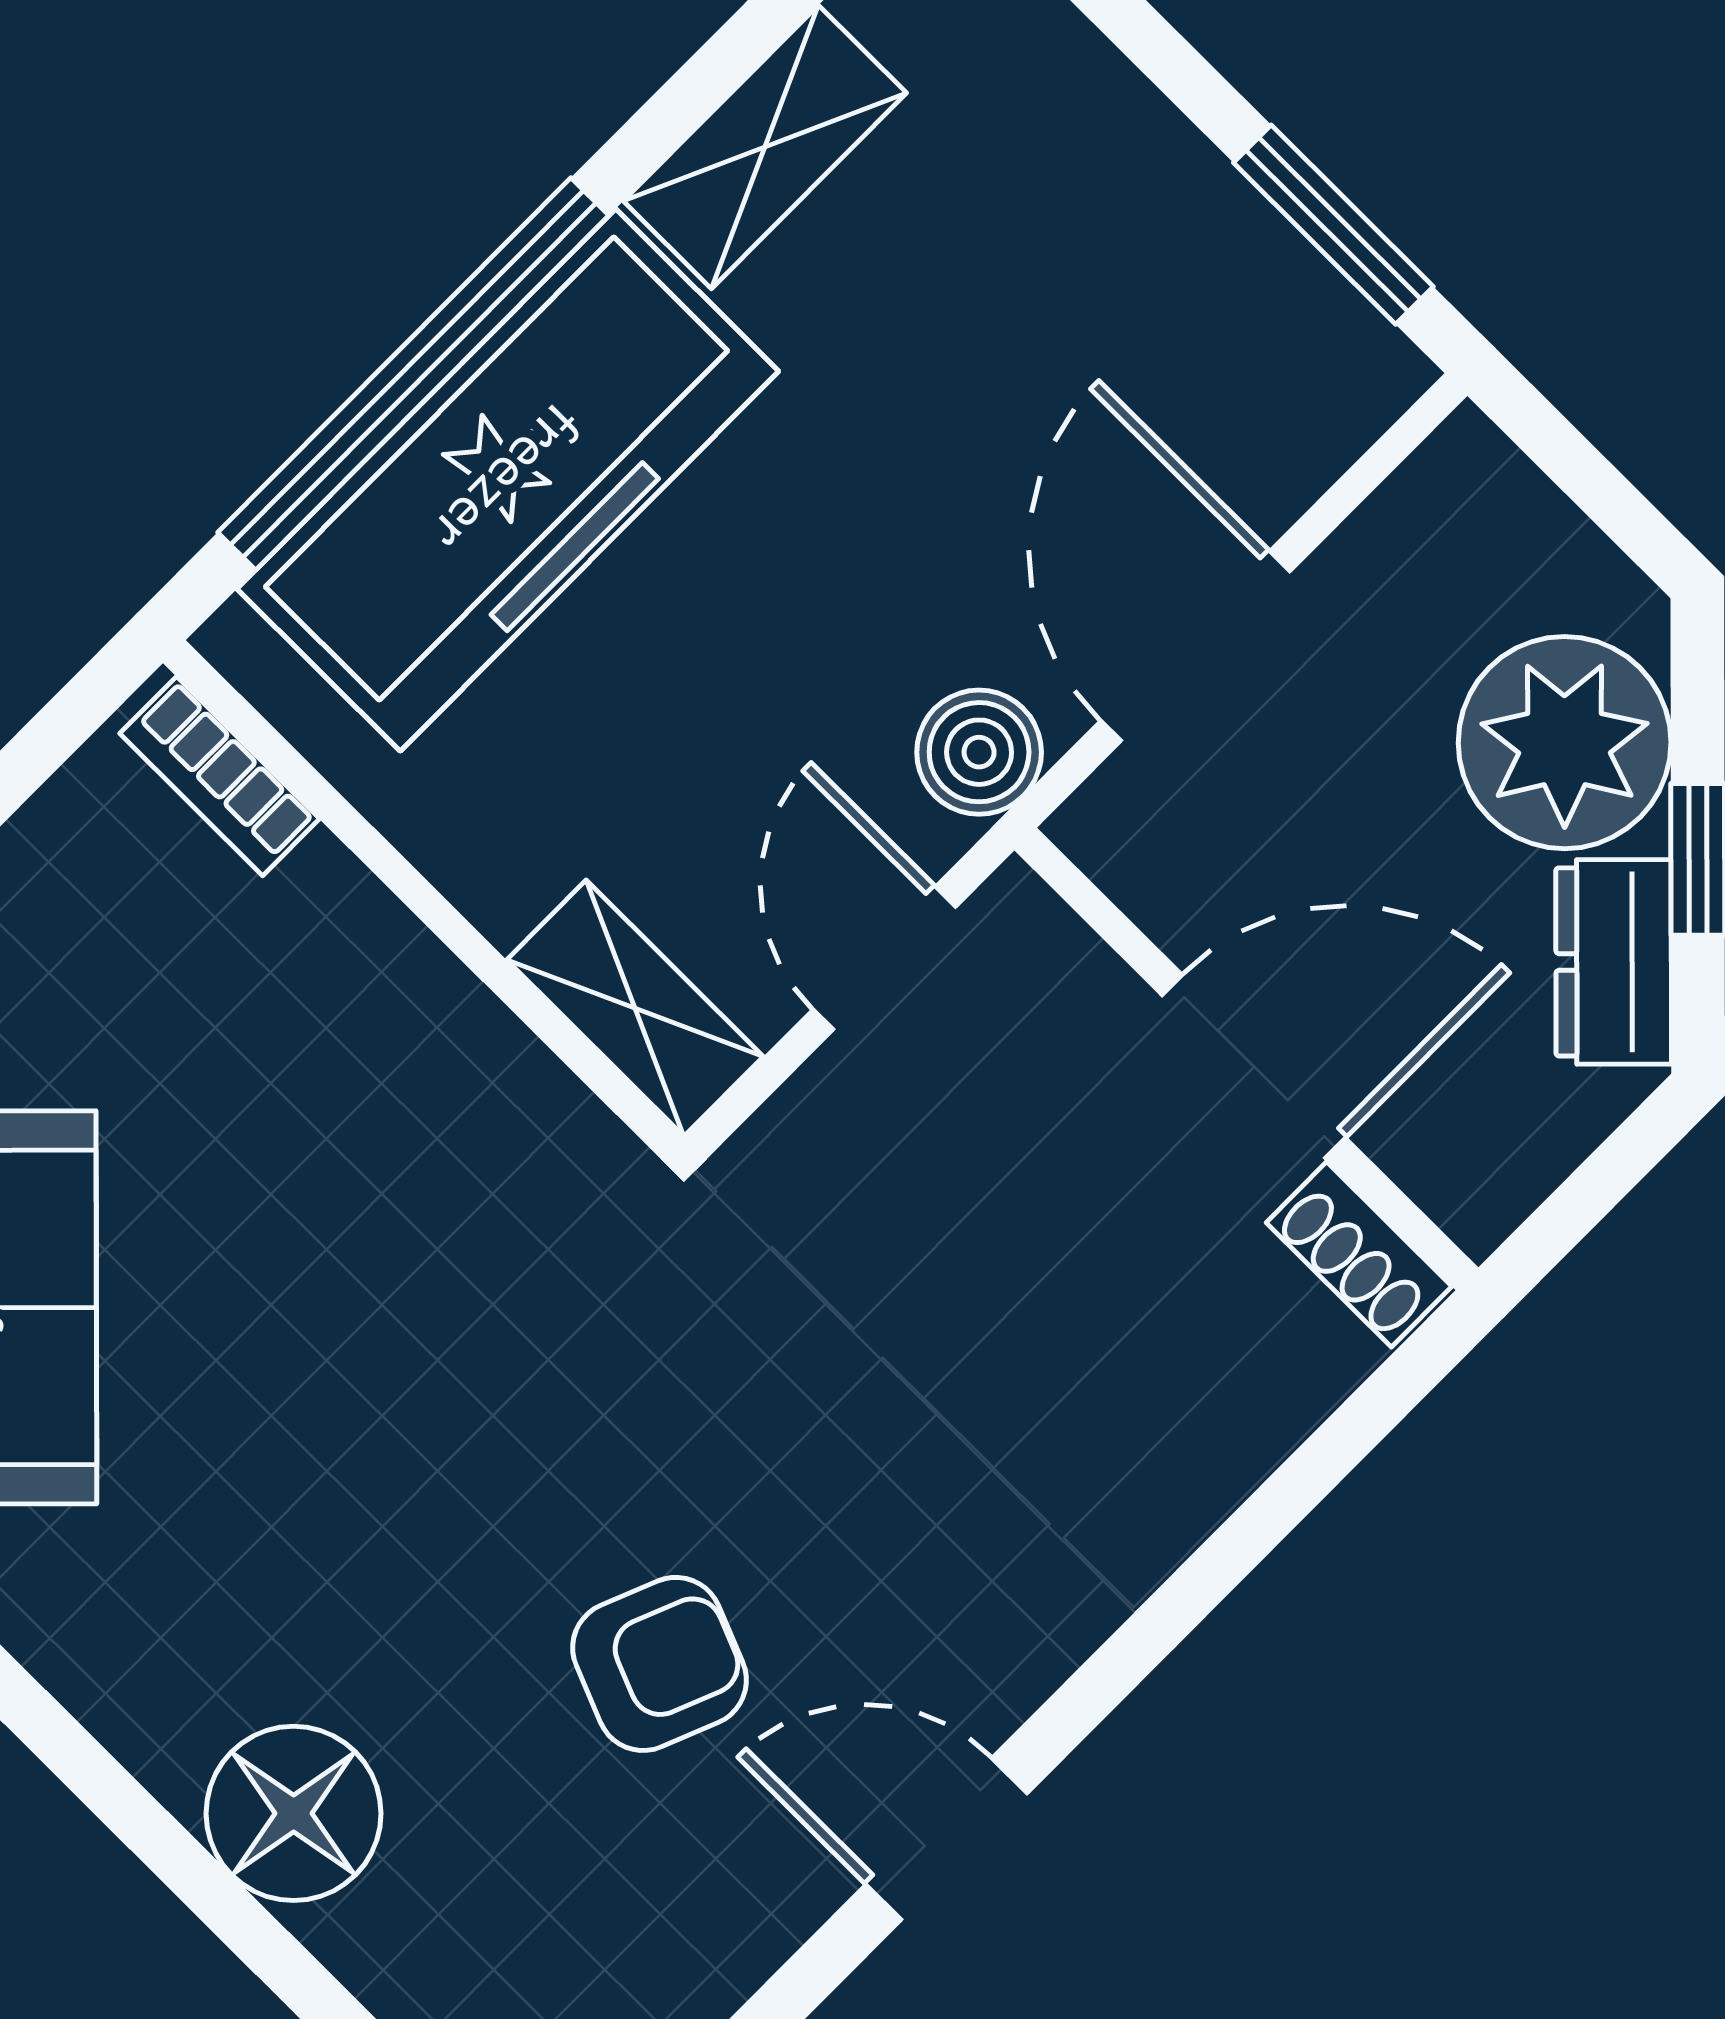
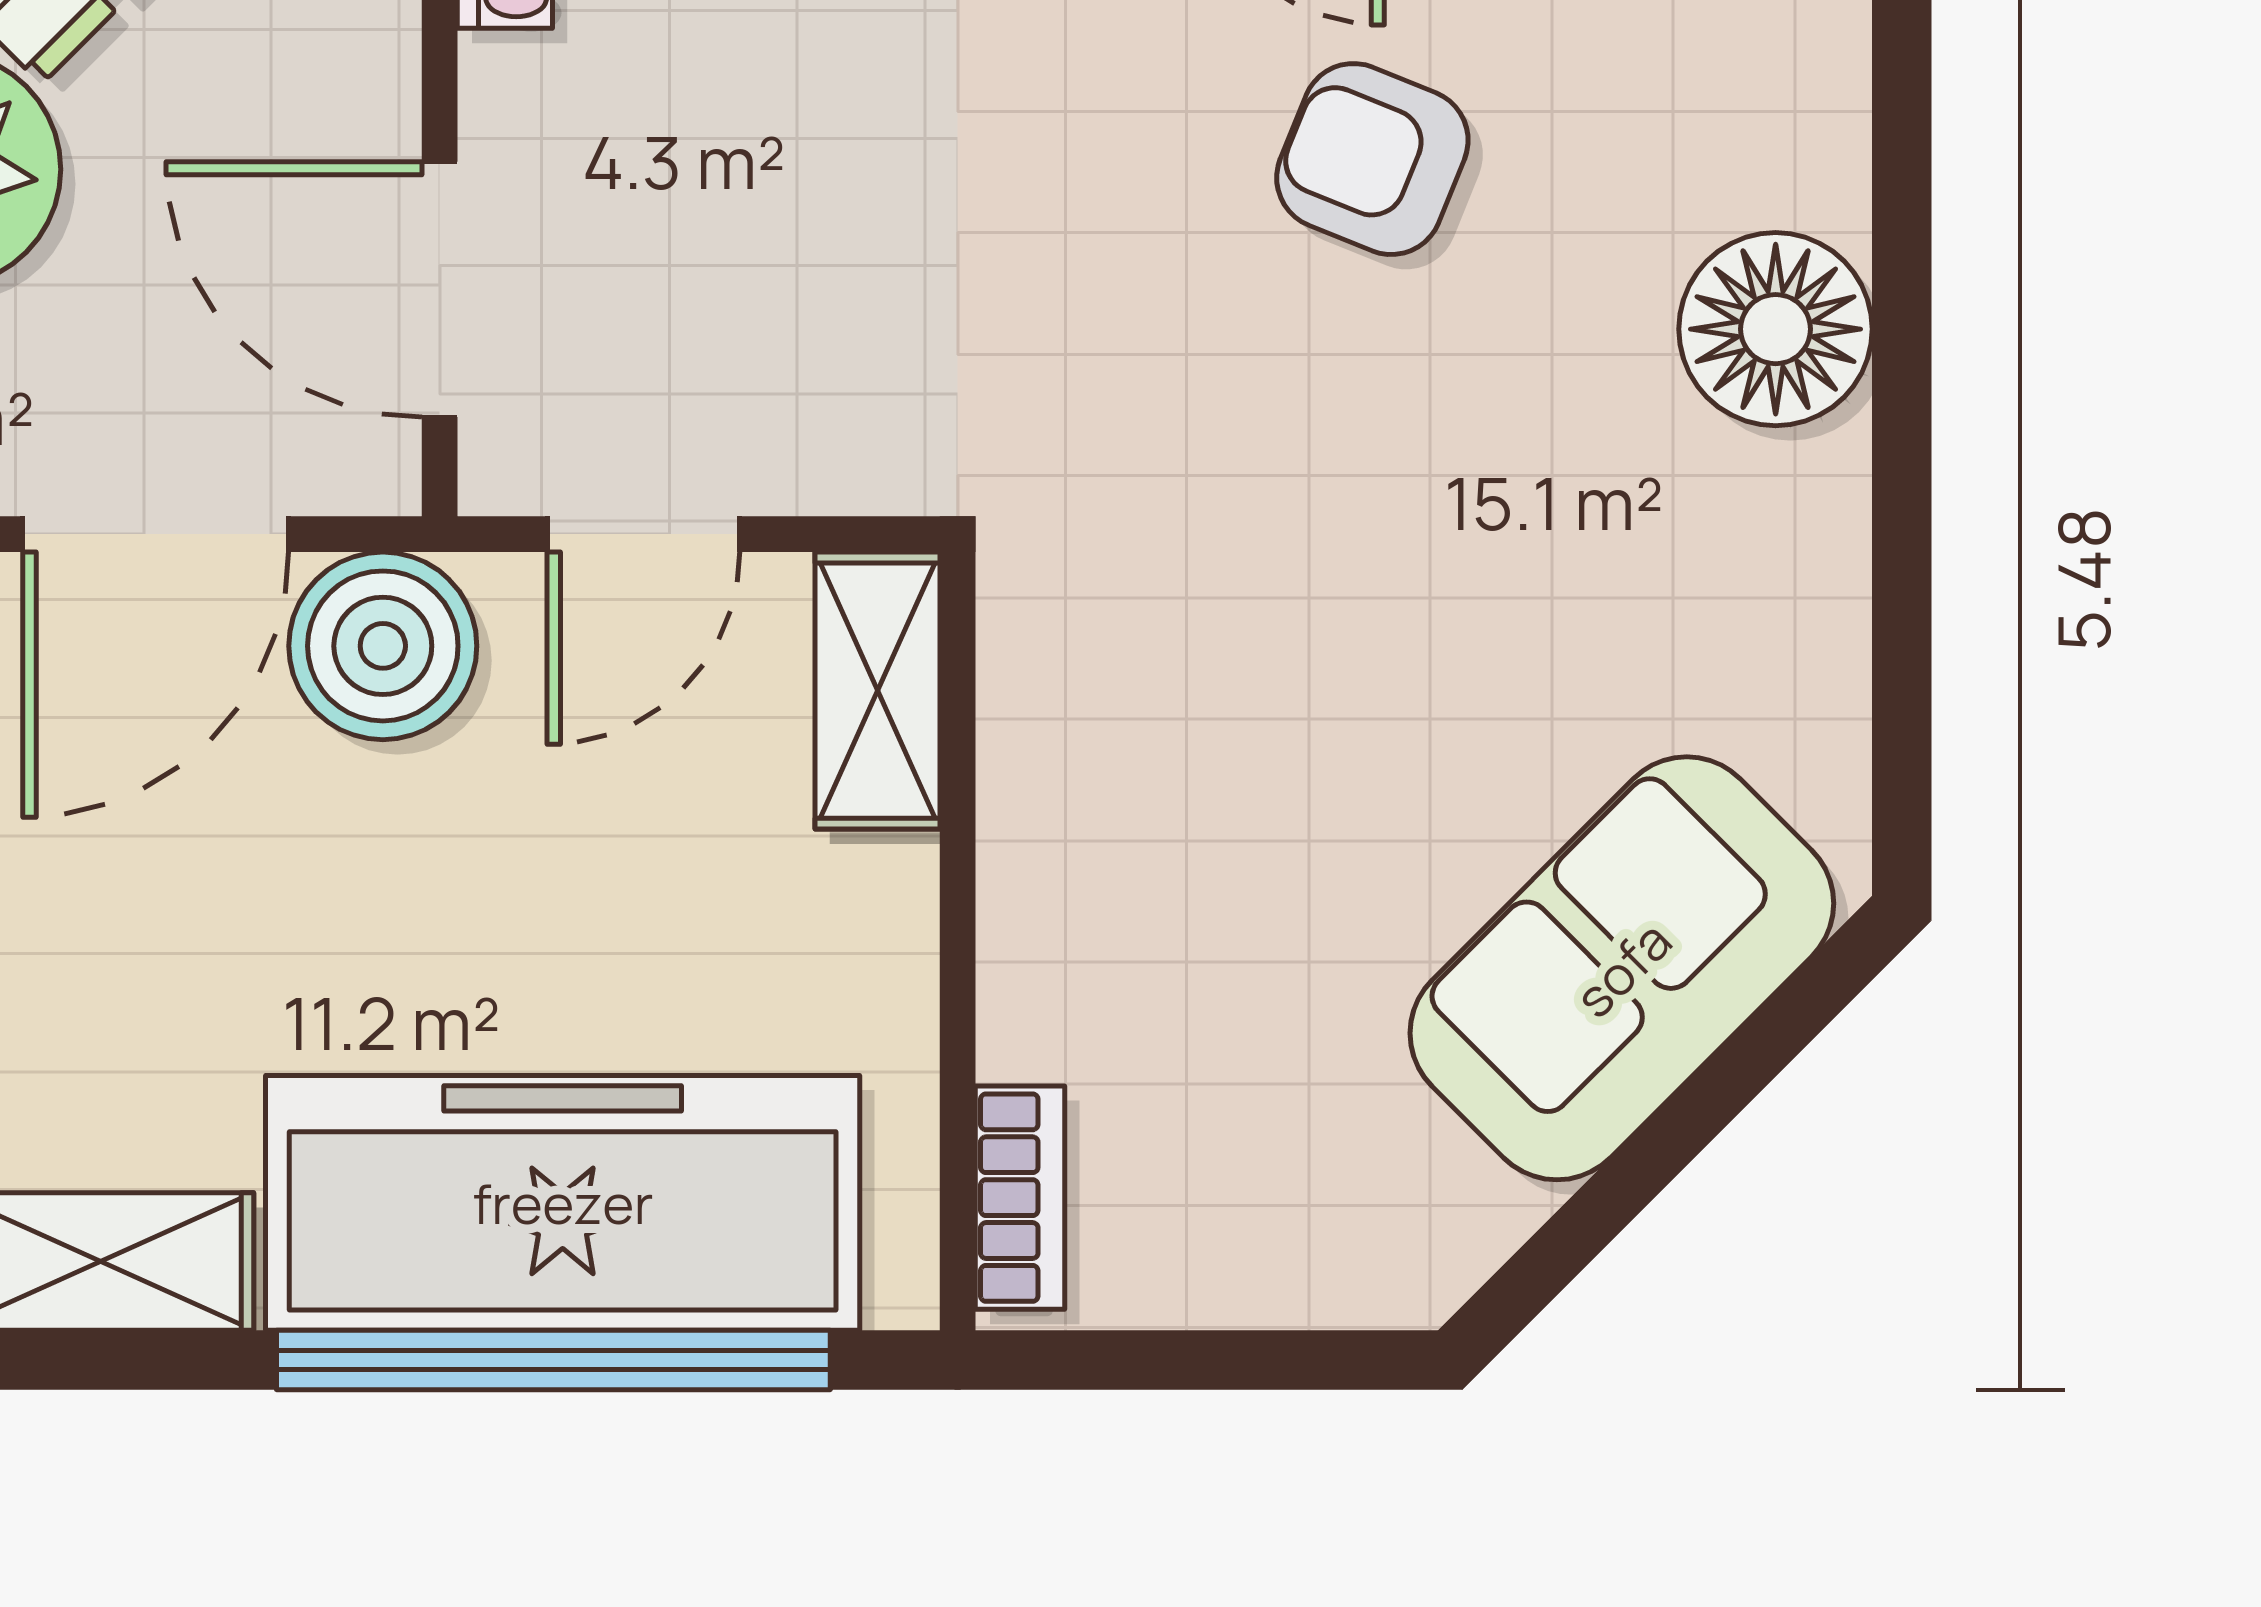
boiler: (979, 752) -> (383, 646), width x1.36, depth x1.36
door: (1254, 1066) -> (440, 289), moved

